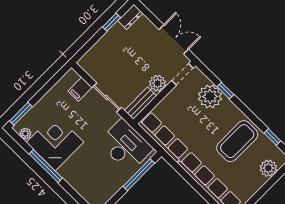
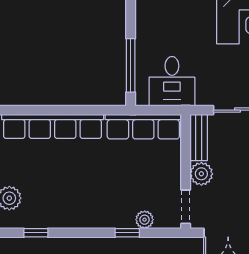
plant: (210, 96) -> (145, 220), width x0.53, depth x0.53
coffee table: (237, 141) -> (66, 194), removed
desk: (126, 146) -> (172, 81), width x0.73

